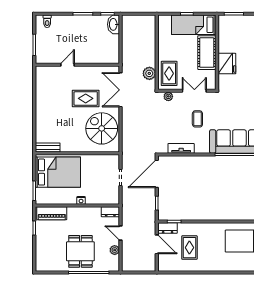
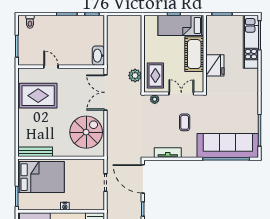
washbasin: (114, 24) -> (98, 56), moved
door: (68, 65) -> (51, 67), hinge flipped
rug: (86, 98) -> (38, 96), moved, width x1.36, depth x1.43
spiral stairs: (102, 128) -> (86, 132), turned 90
bench: (48, 147) -> (35, 152), width x1.36
door: (157, 174) -> (143, 179), hinge flipped

